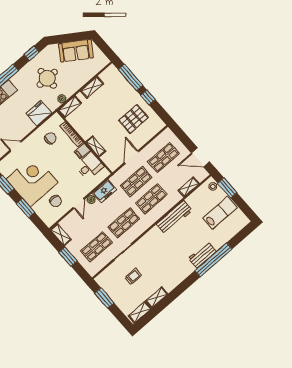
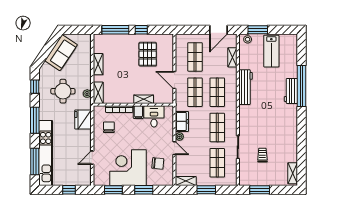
lab bench: (220, 213) -> (271, 51), turned 180
shelving: (157, 297) -> (293, 151), removed

